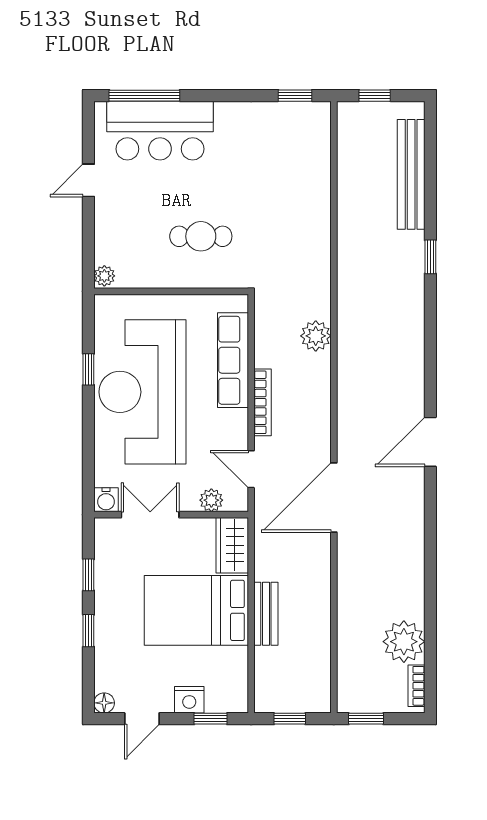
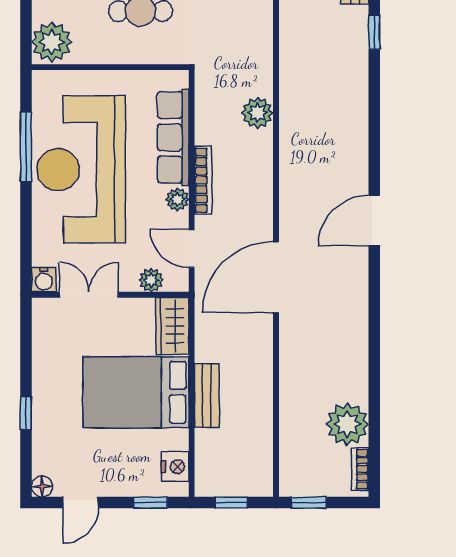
plant: (104, 276) -> (52, 42), width x1.88, depth x1.88
window: (88, 369) -> (26, 147), width x2.17
plant: (237, 421) -> (177, 200), added
window: (88, 575) -> (26, 356), removed
nightstand: (189, 700) -> (175, 467), moved, turned -90

